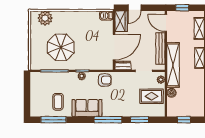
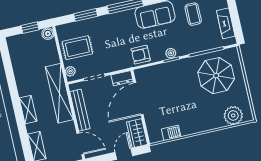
barbecue: (106, 16) -> (171, 133), moved
parasol: (61, 47) -> (216, 76), moved
fireplace: (35, 89) -> (226, 23), added
boiler: (171, 93) -> (48, 34), moved

